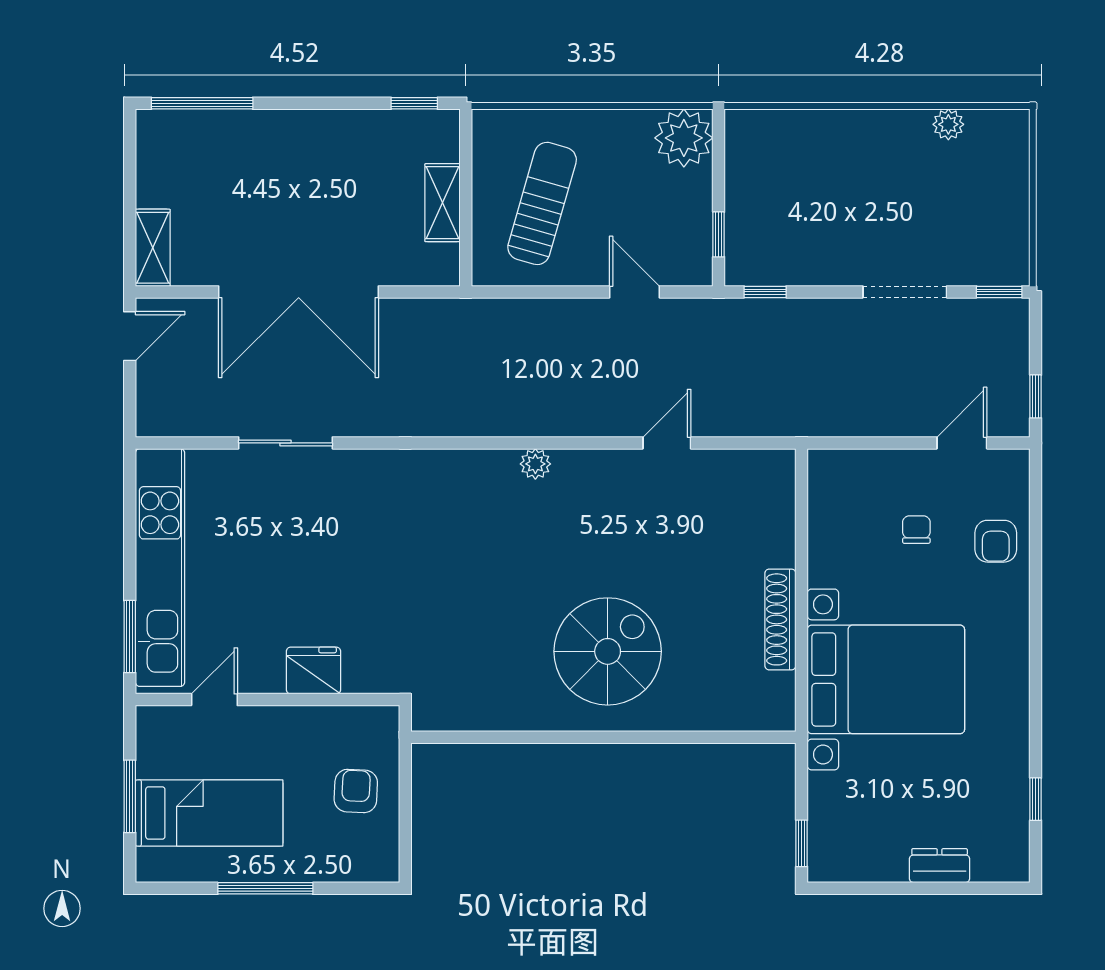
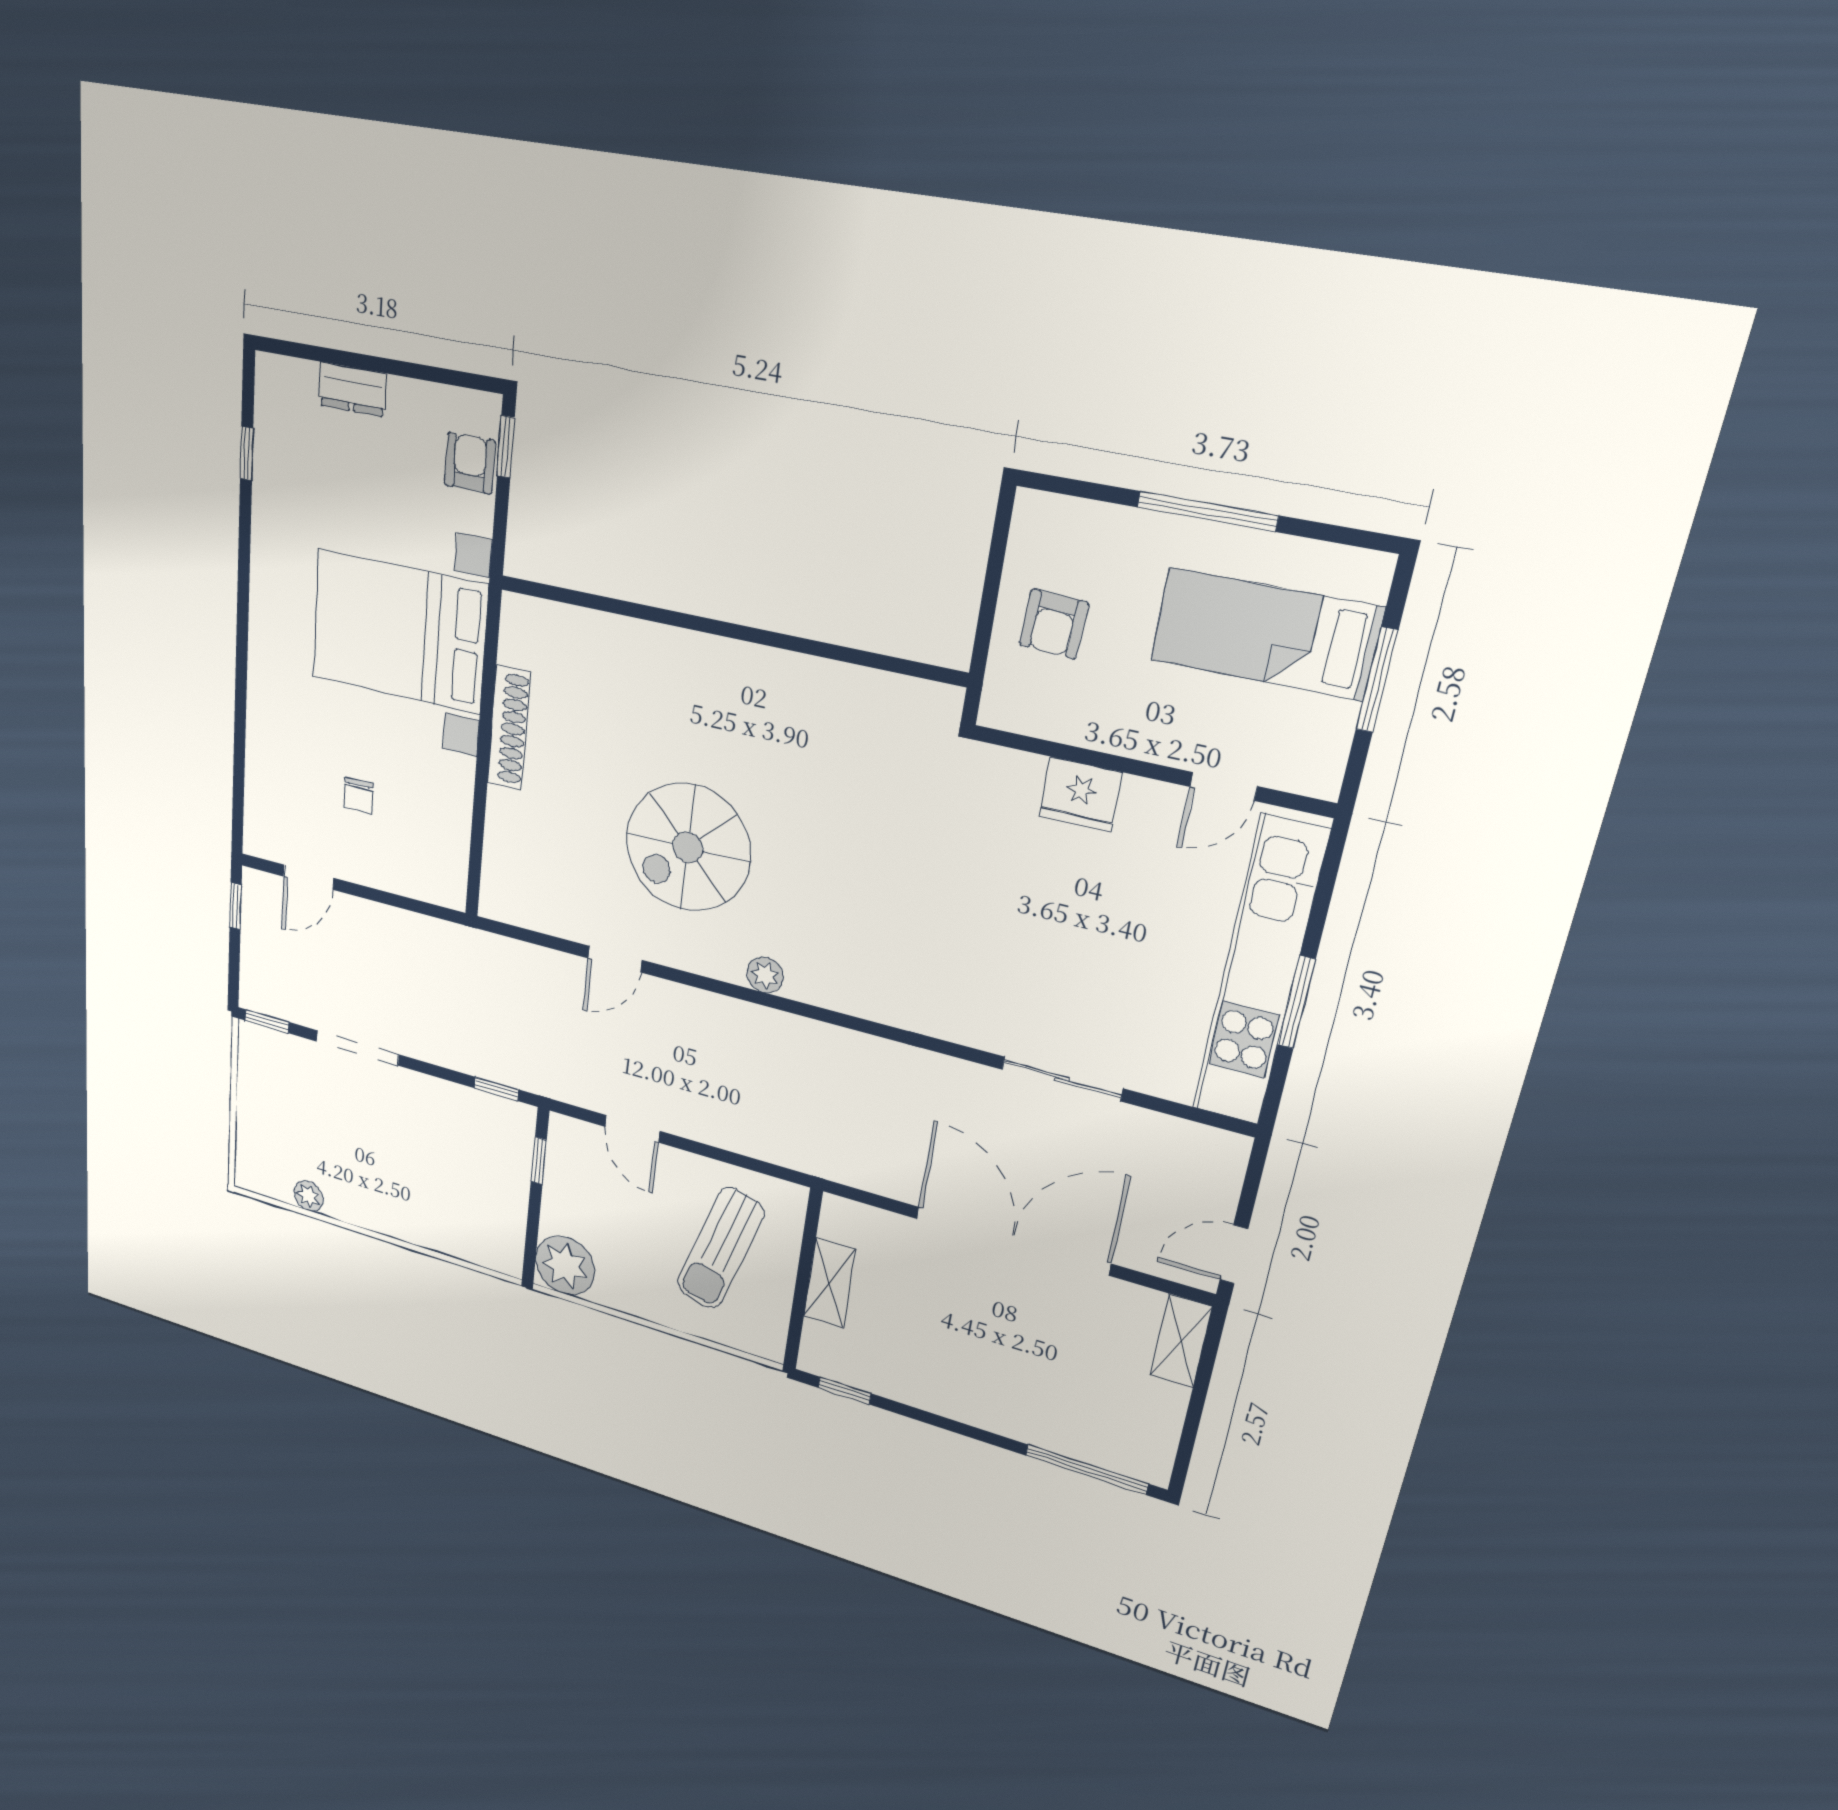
armchair: (996, 541) -> (470, 463), moved
window: (130, 637) -> (1297, 1002), moved
spiral stairs: (608, 651) -> (688, 847), moved

